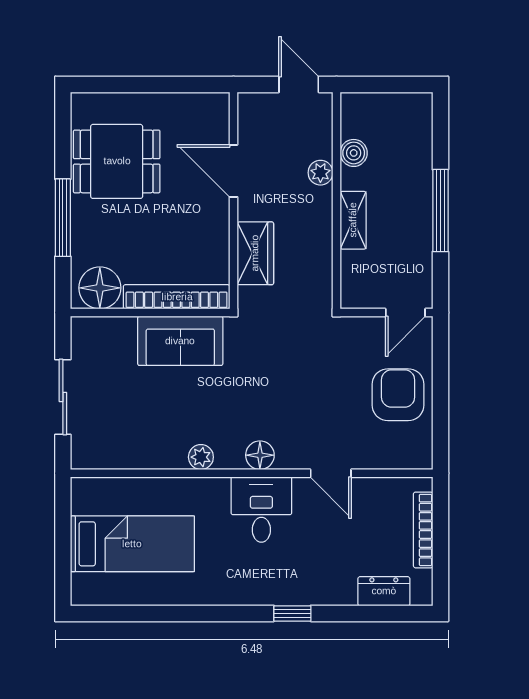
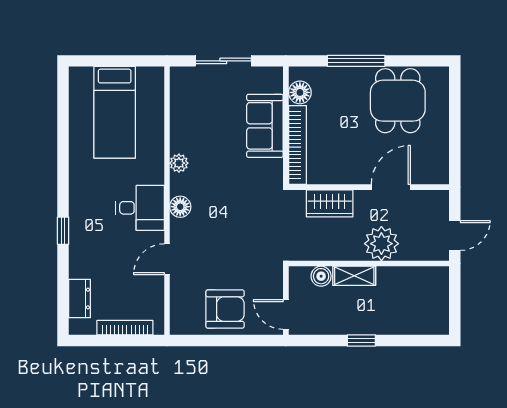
boiler: (354, 153) -> (321, 276), moved
plant: (320, 173) -> (381, 244), width x1.87, depth x1.87
window: (440, 211) -> (361, 340), width x0.46
floor lamp: (100, 288) -> (300, 92), width x0.73, depth x0.73
sofa: (180, 341) -> (265, 126), moved

